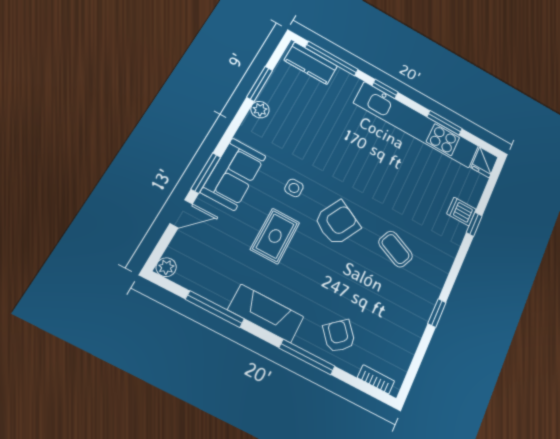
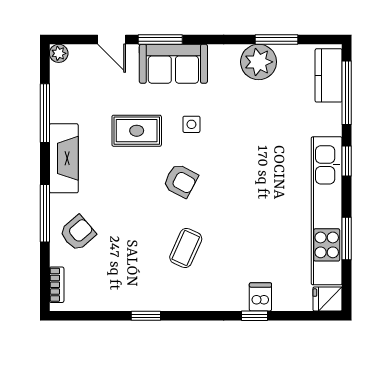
plant: (260, 110) -> (259, 62), width x1.88, depth x1.88
armchair: (337, 223) -> (181, 181), width x0.72, depth x0.72

